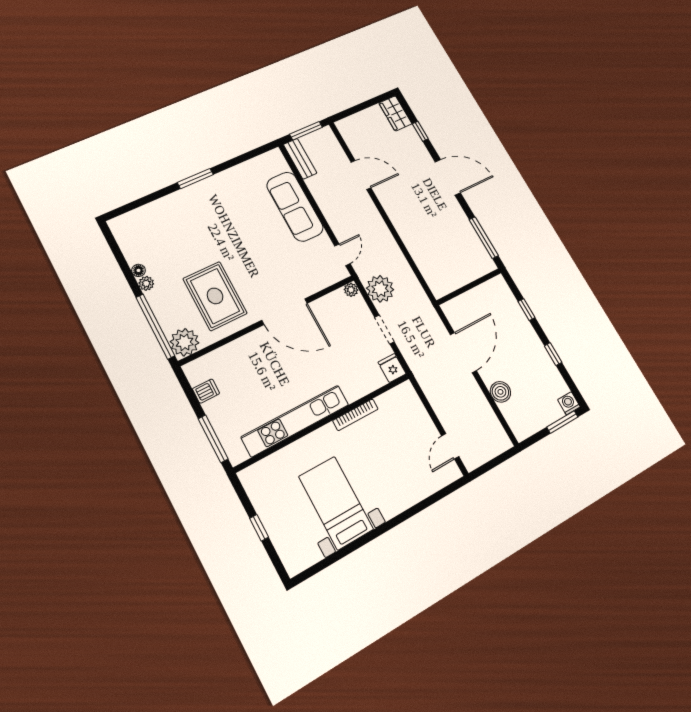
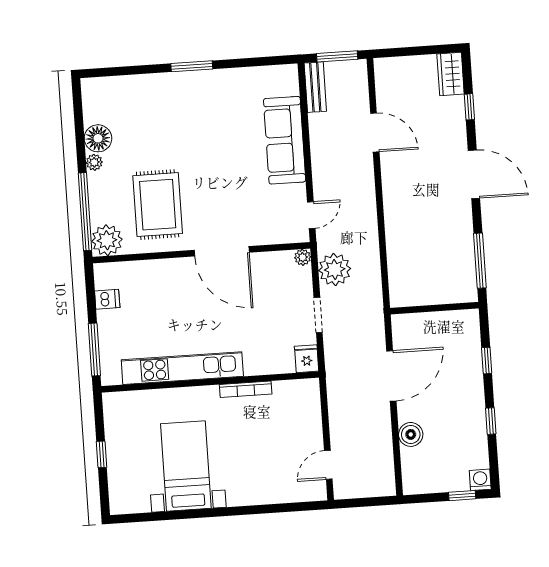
floor lamp: (138, 270) -> (98, 138), width x1.89, depth x1.89
window: (562, 422) -> (462, 496), width x0.67

